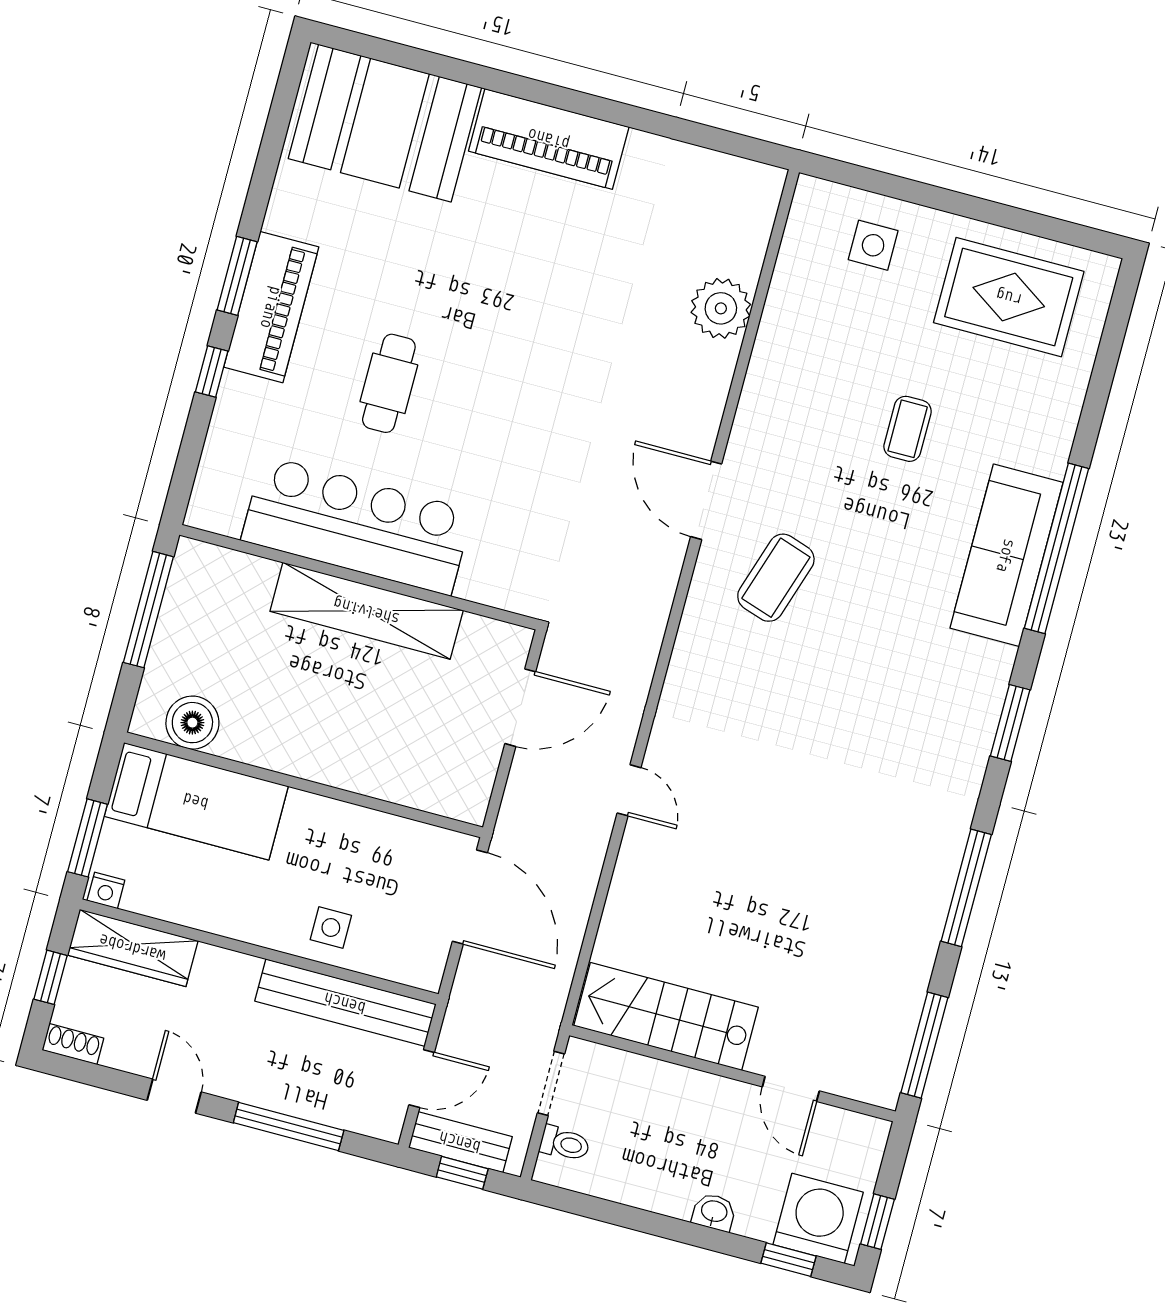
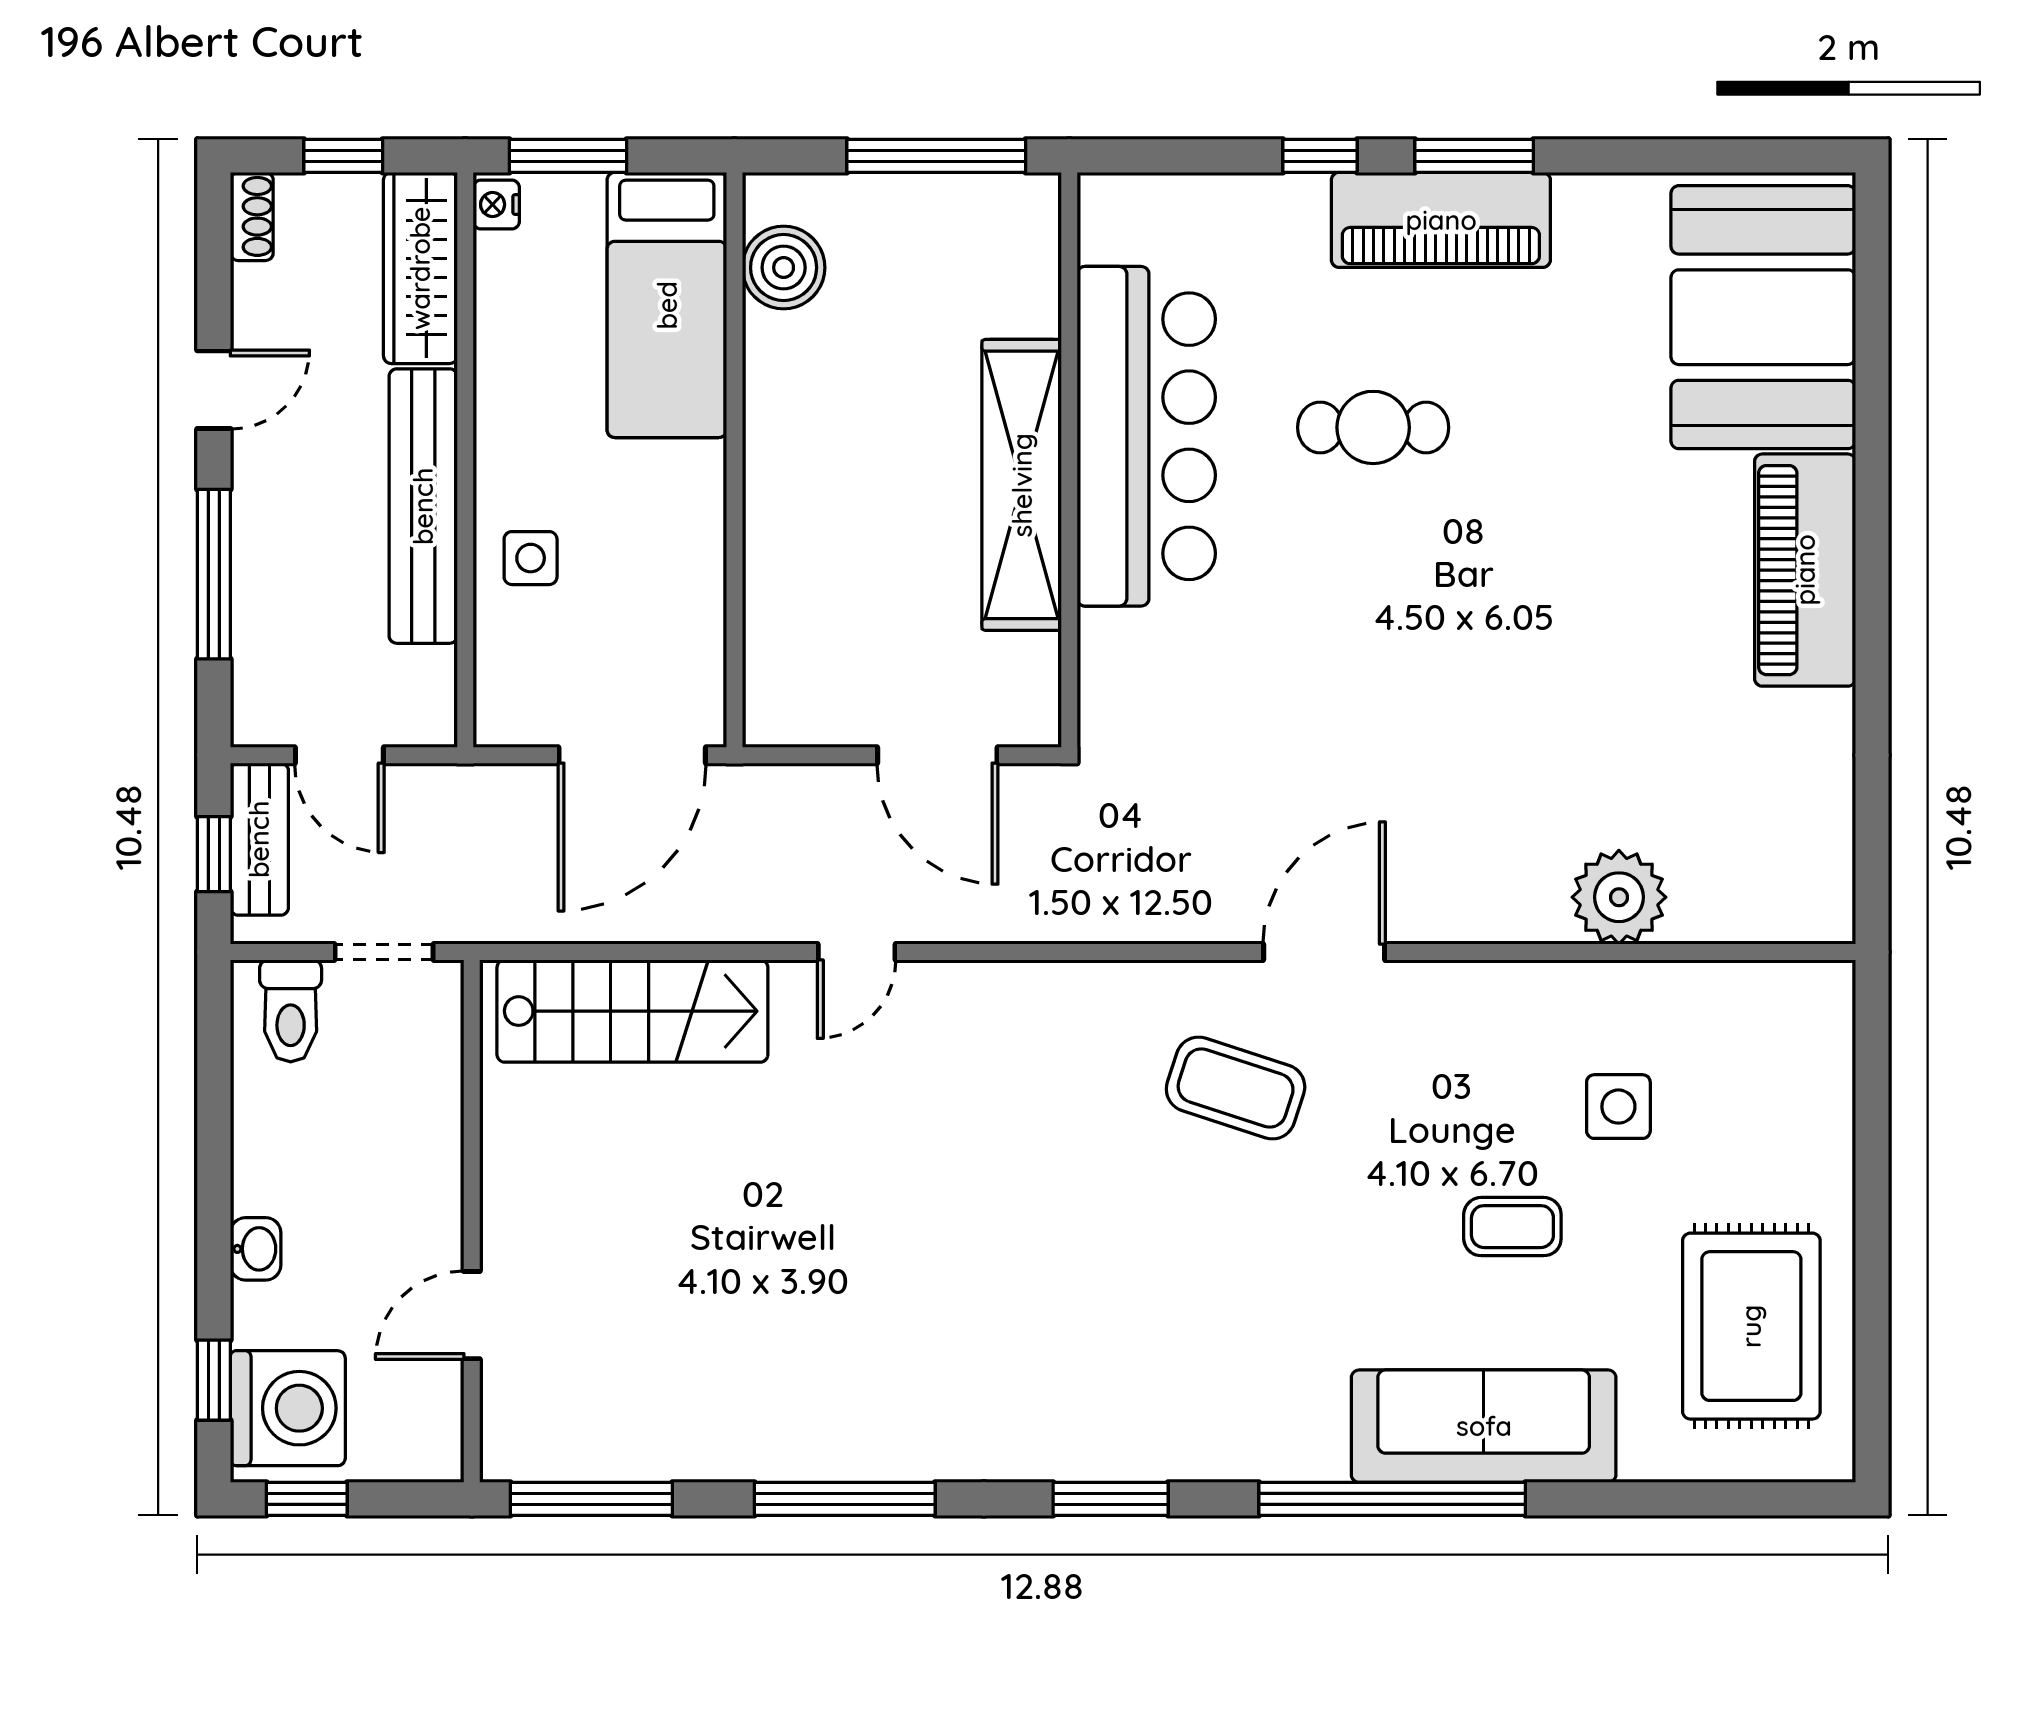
side table: (873, 245) -> (1618, 1107), moved
sofa: (1006, 555) -> (1484, 1426), moved
bench: (345, 1003) -> (423, 506), moved
stairs: (666, 1016) -> (632, 1011), moved, turned 90
toilet: (565, 1144) -> (291, 1011), width x1.37, depth x1.39

